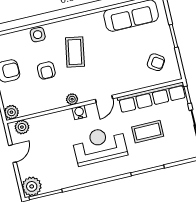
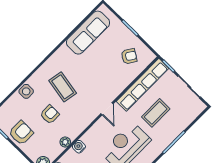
armchair: (46, 70) -> (50, 114), turned -90
plant: (72, 99) -> (65, 142), moved
water cooler: (79, 112) -> (79, 147), moved

